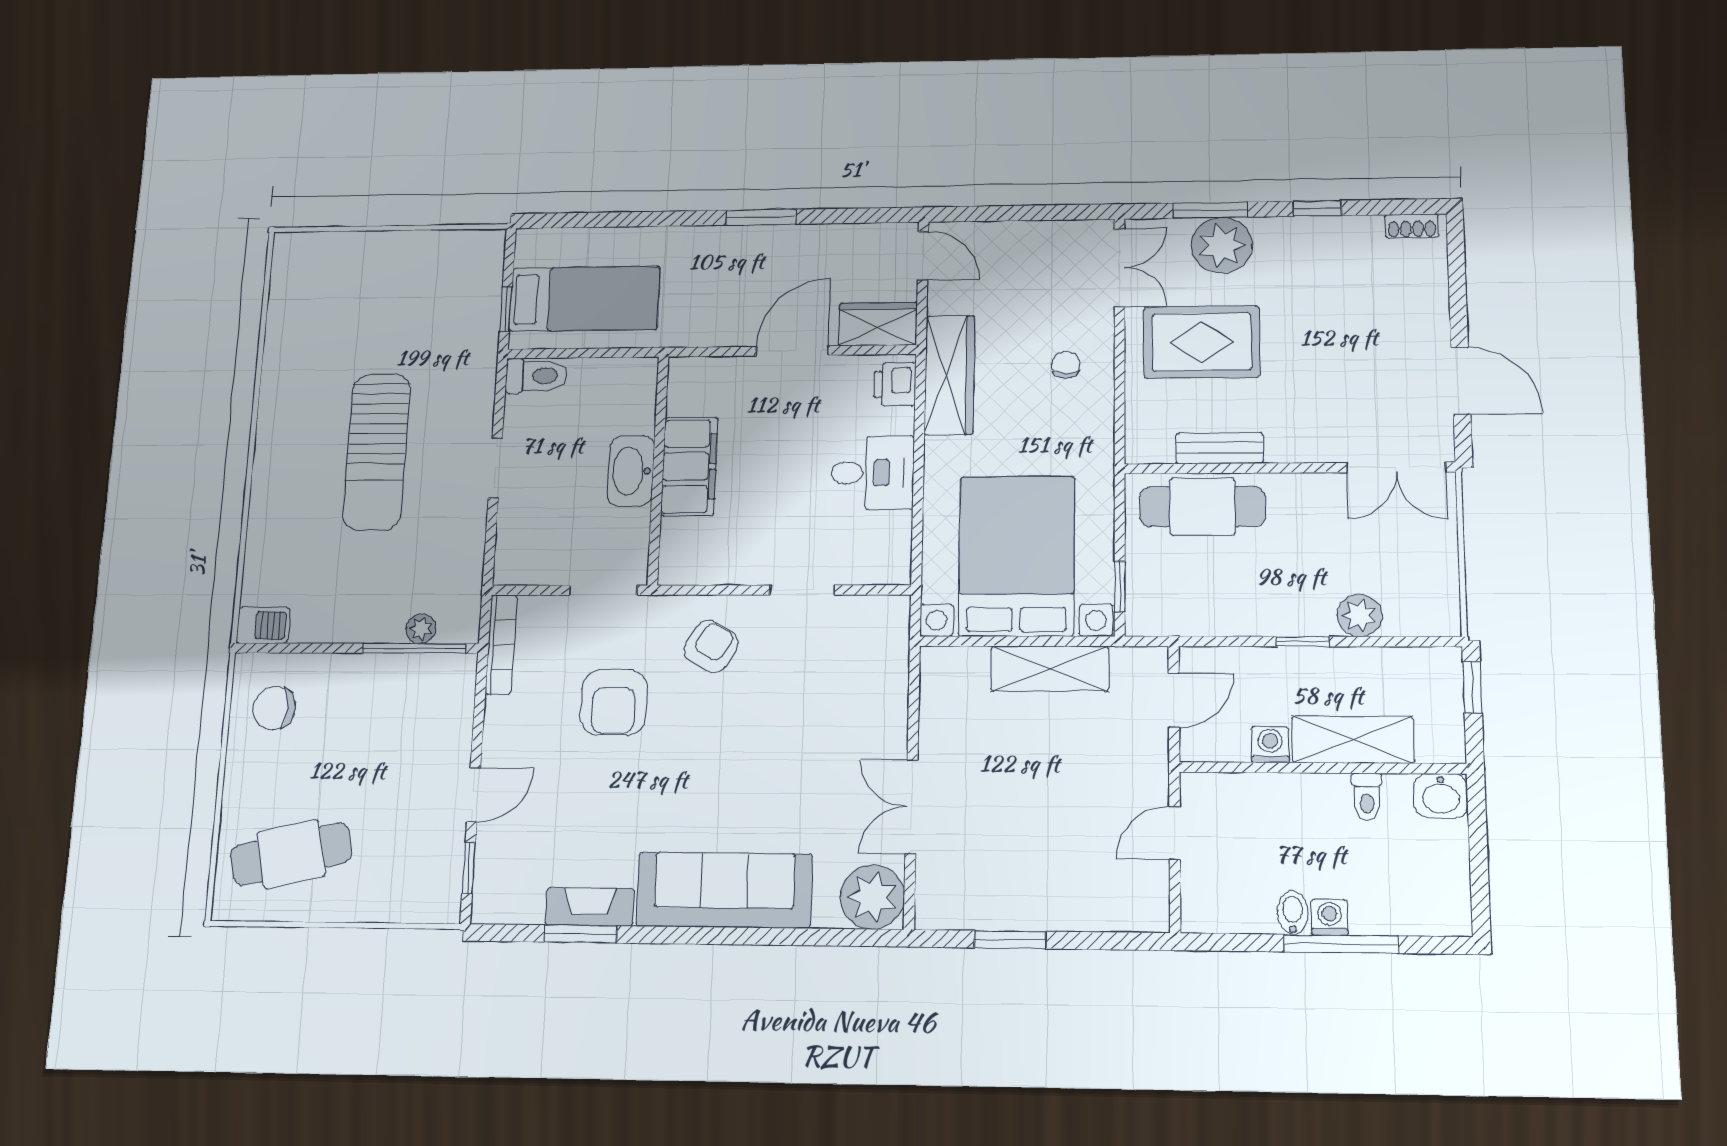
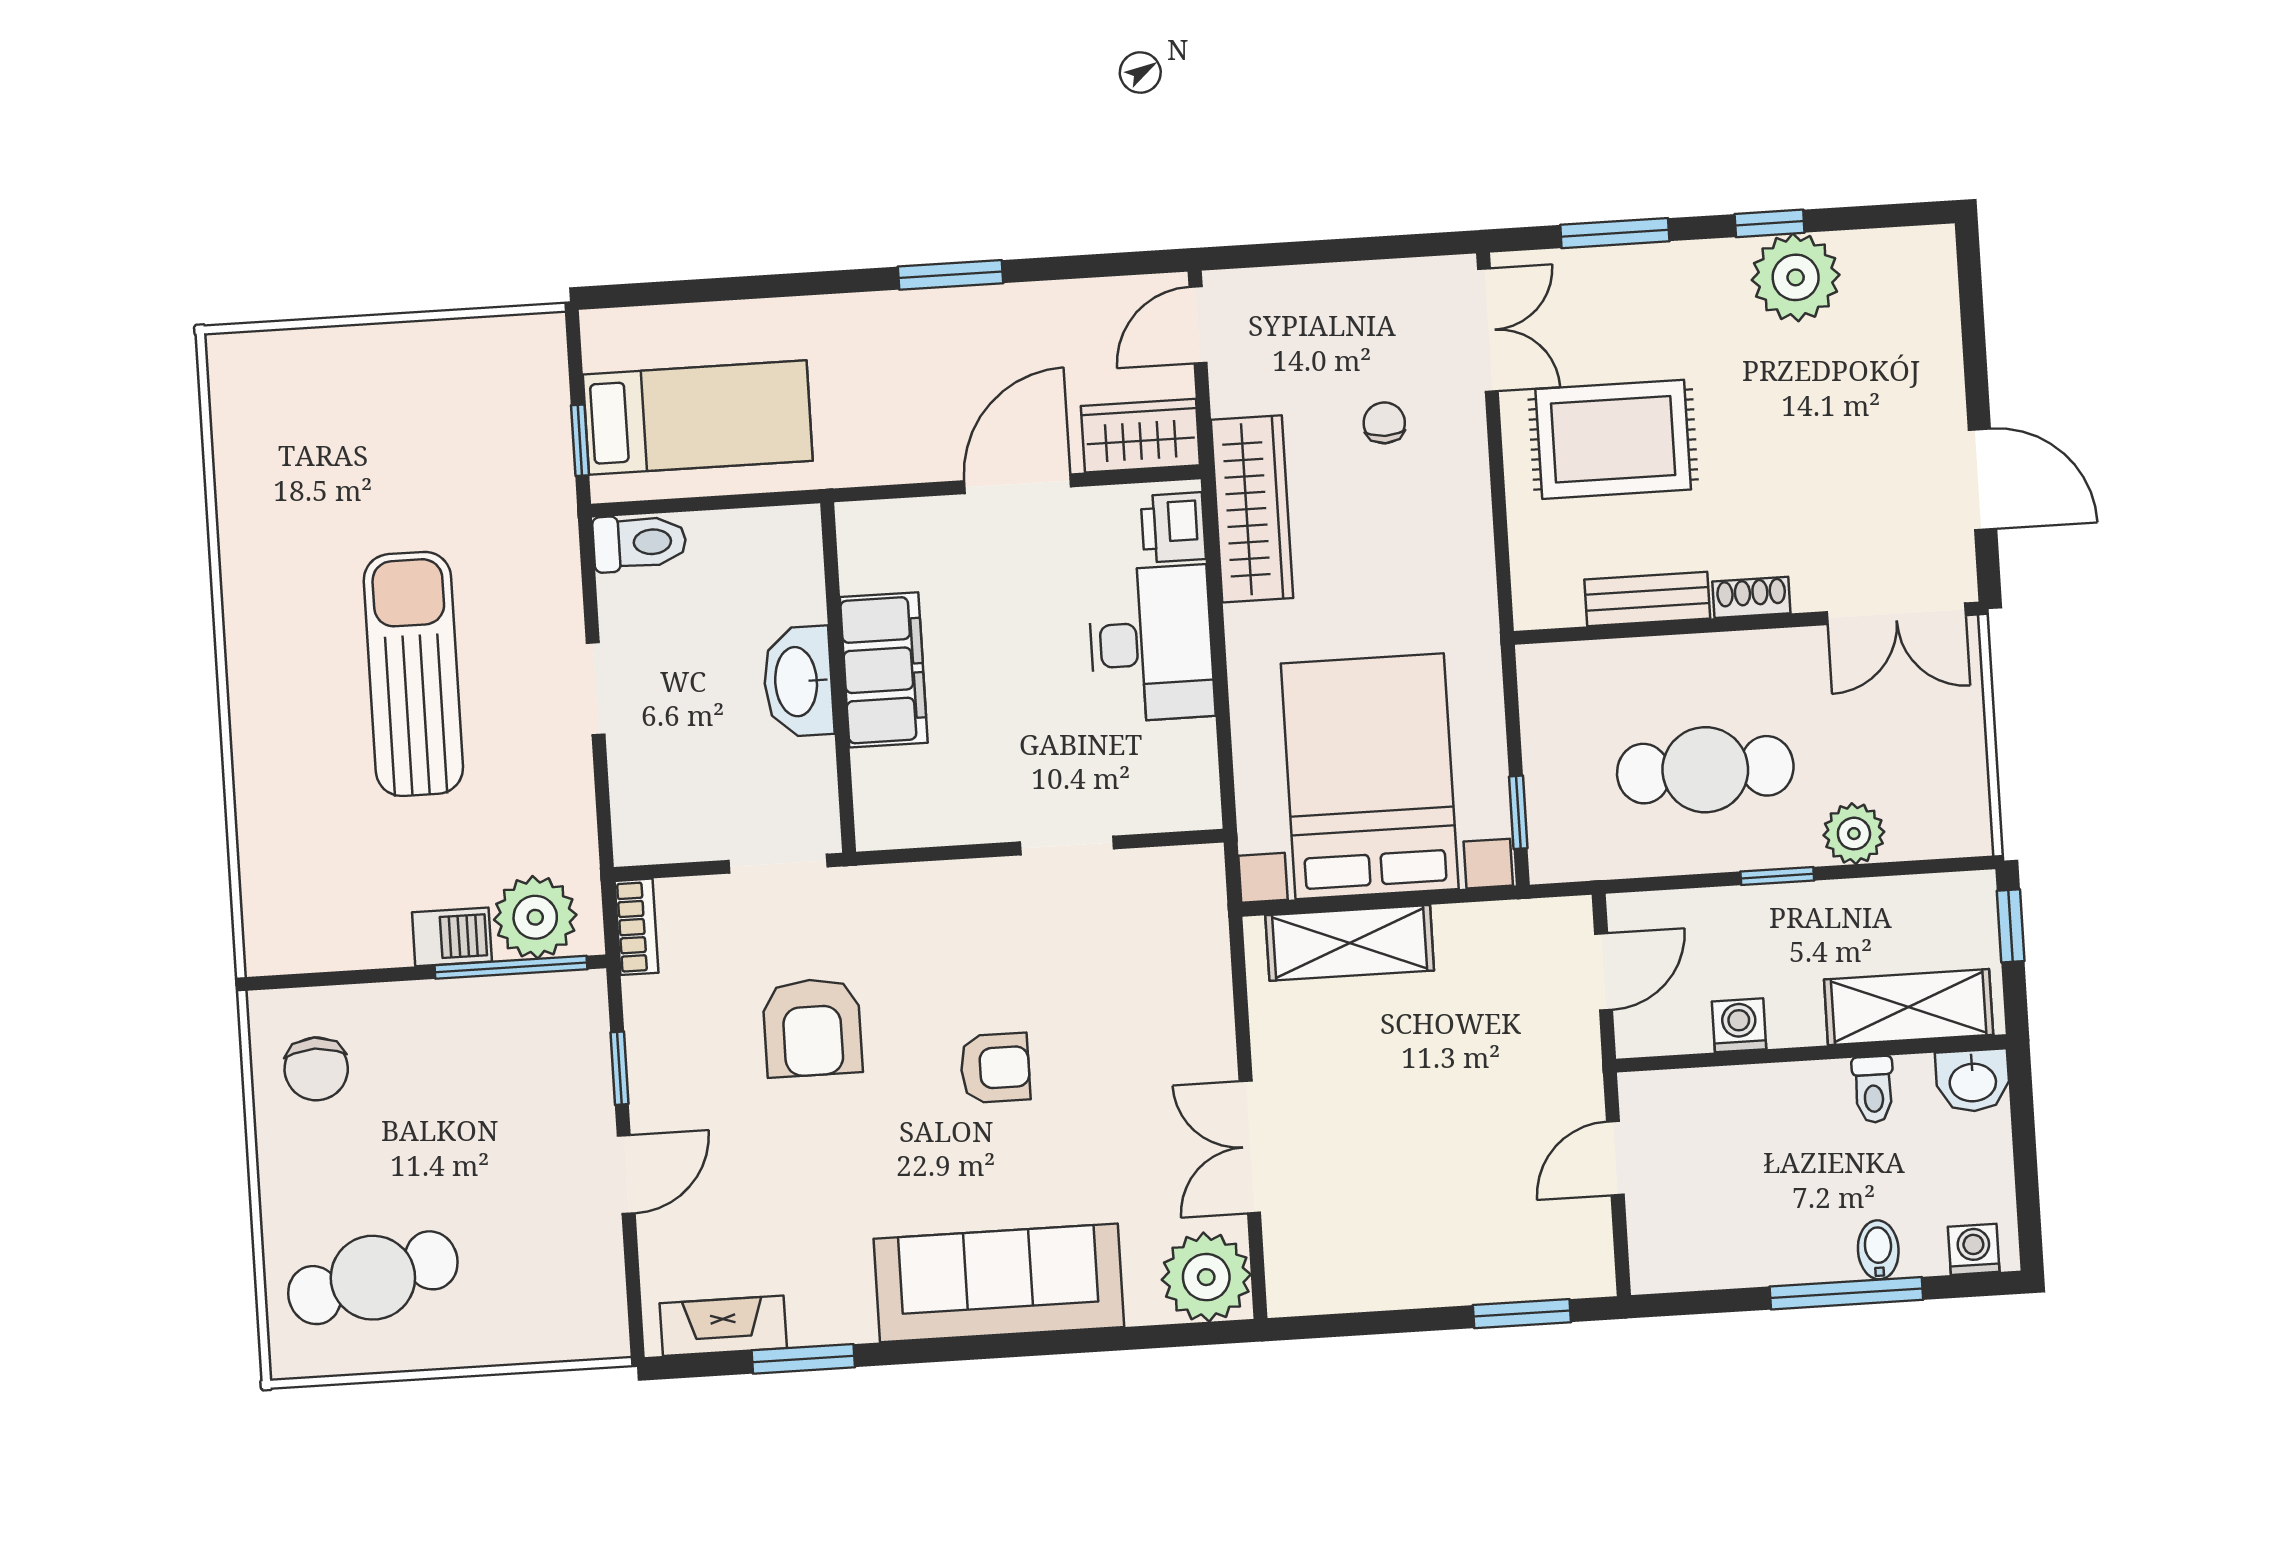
shoe rack: (1412, 226) -> (1751, 597), moved, turned 180
plant: (1222, 245) -> (1796, 277), moved
door: (923, 256) -> (1198, 325), swing flipped
chair: (1066, 365) -> (1384, 423), moved
sun lounger: (377, 452) -> (413, 674), turned 180
desk: (872, 473) -> (1151, 644), width x1.37
cafe table: (1202, 507) -> (1705, 770), moved
barbecue: (263, 625) -> (452, 937), moved
plant: (421, 629) -> (535, 917), width x1.88, depth x1.88
bookcase: (501, 644) -> (636, 927), width x0.64
armchair: (711, 647) -> (995, 1068), moved, turned 59
shelving: (1050, 669) -> (1350, 943), moved
chair: (274, 708) -> (316, 1069), turned -90
shelving: (1353, 740) -> (1909, 1007), moved
window: (469, 868) -> (619, 1068), moved
fireplace: (590, 907) -> (723, 1326), moved
bidet: (1293, 913) -> (1878, 1250), moved
washing machine: (1329, 917) -> (1974, 1249), moved
window: (1010, 940) -> (1522, 1314), moved

